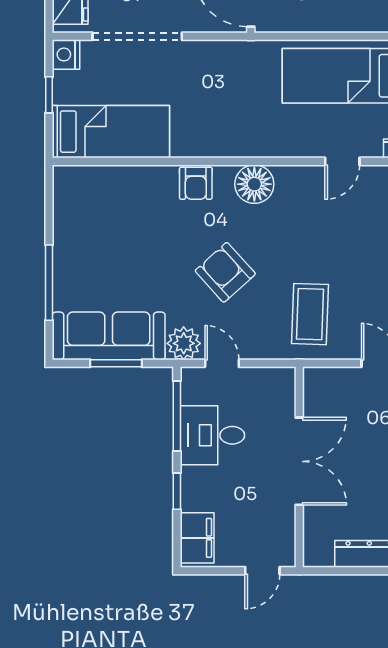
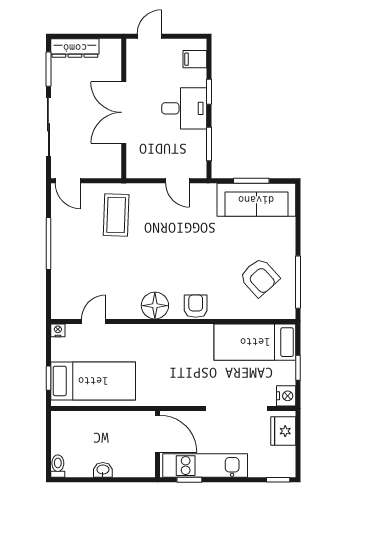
armchair: (225, 272) -> (259, 277), moved
window: (49, 283) -> (298, 282), moved
plant: (184, 343) -> (204, 195), removed
window: (177, 416) -> (209, 144), width x0.69
desk: (212, 435) -> (184, 108), moved
filing cabinet: (197, 538) -> (195, 59), width x0.50

